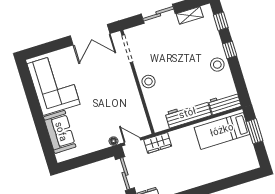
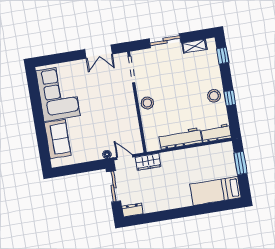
double door: (90, 35) -> (99, 52), width x0.73
window: (230, 50) -> (230, 98), moved
bed: (222, 131) -> (215, 191), moved

